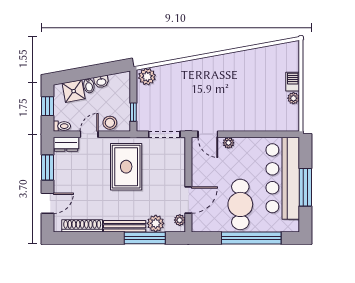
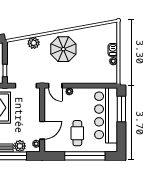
plant: (147, 77) -> (34, 43), moved
parasol: (220, 80) -> (63, 49), added
window: (305, 187) -> (121, 109), moved
cafe table: (240, 204) -> (77, 133), width x0.73, depth x0.74

